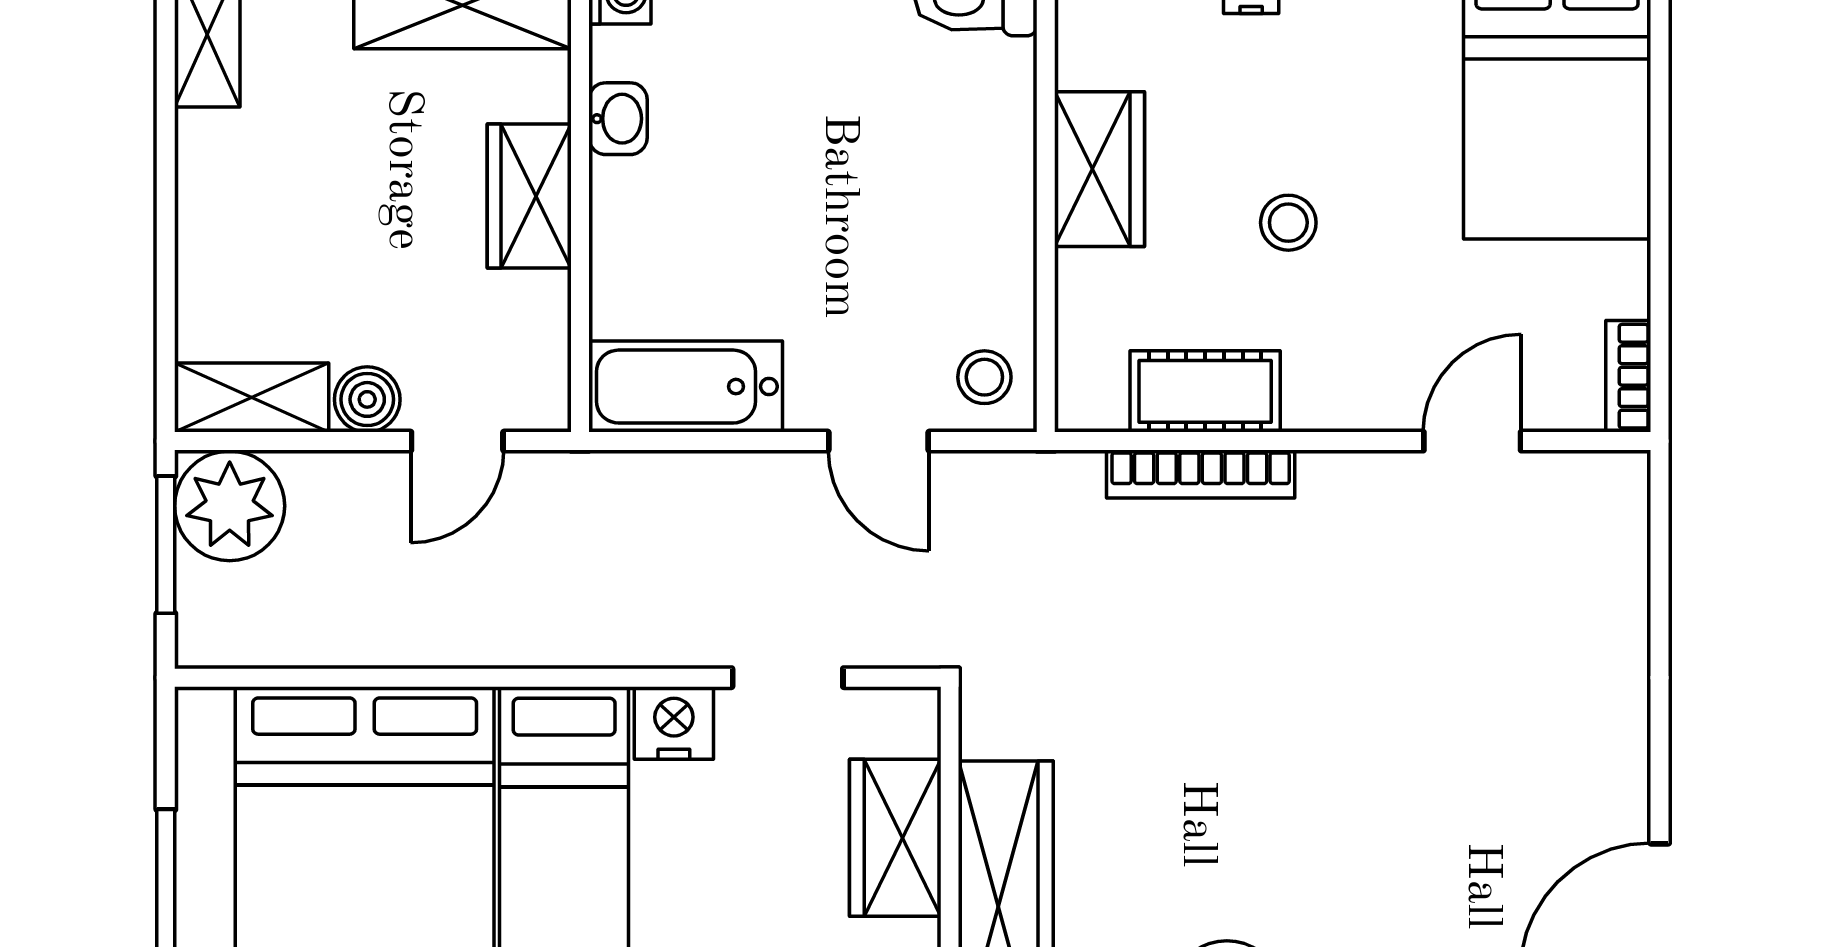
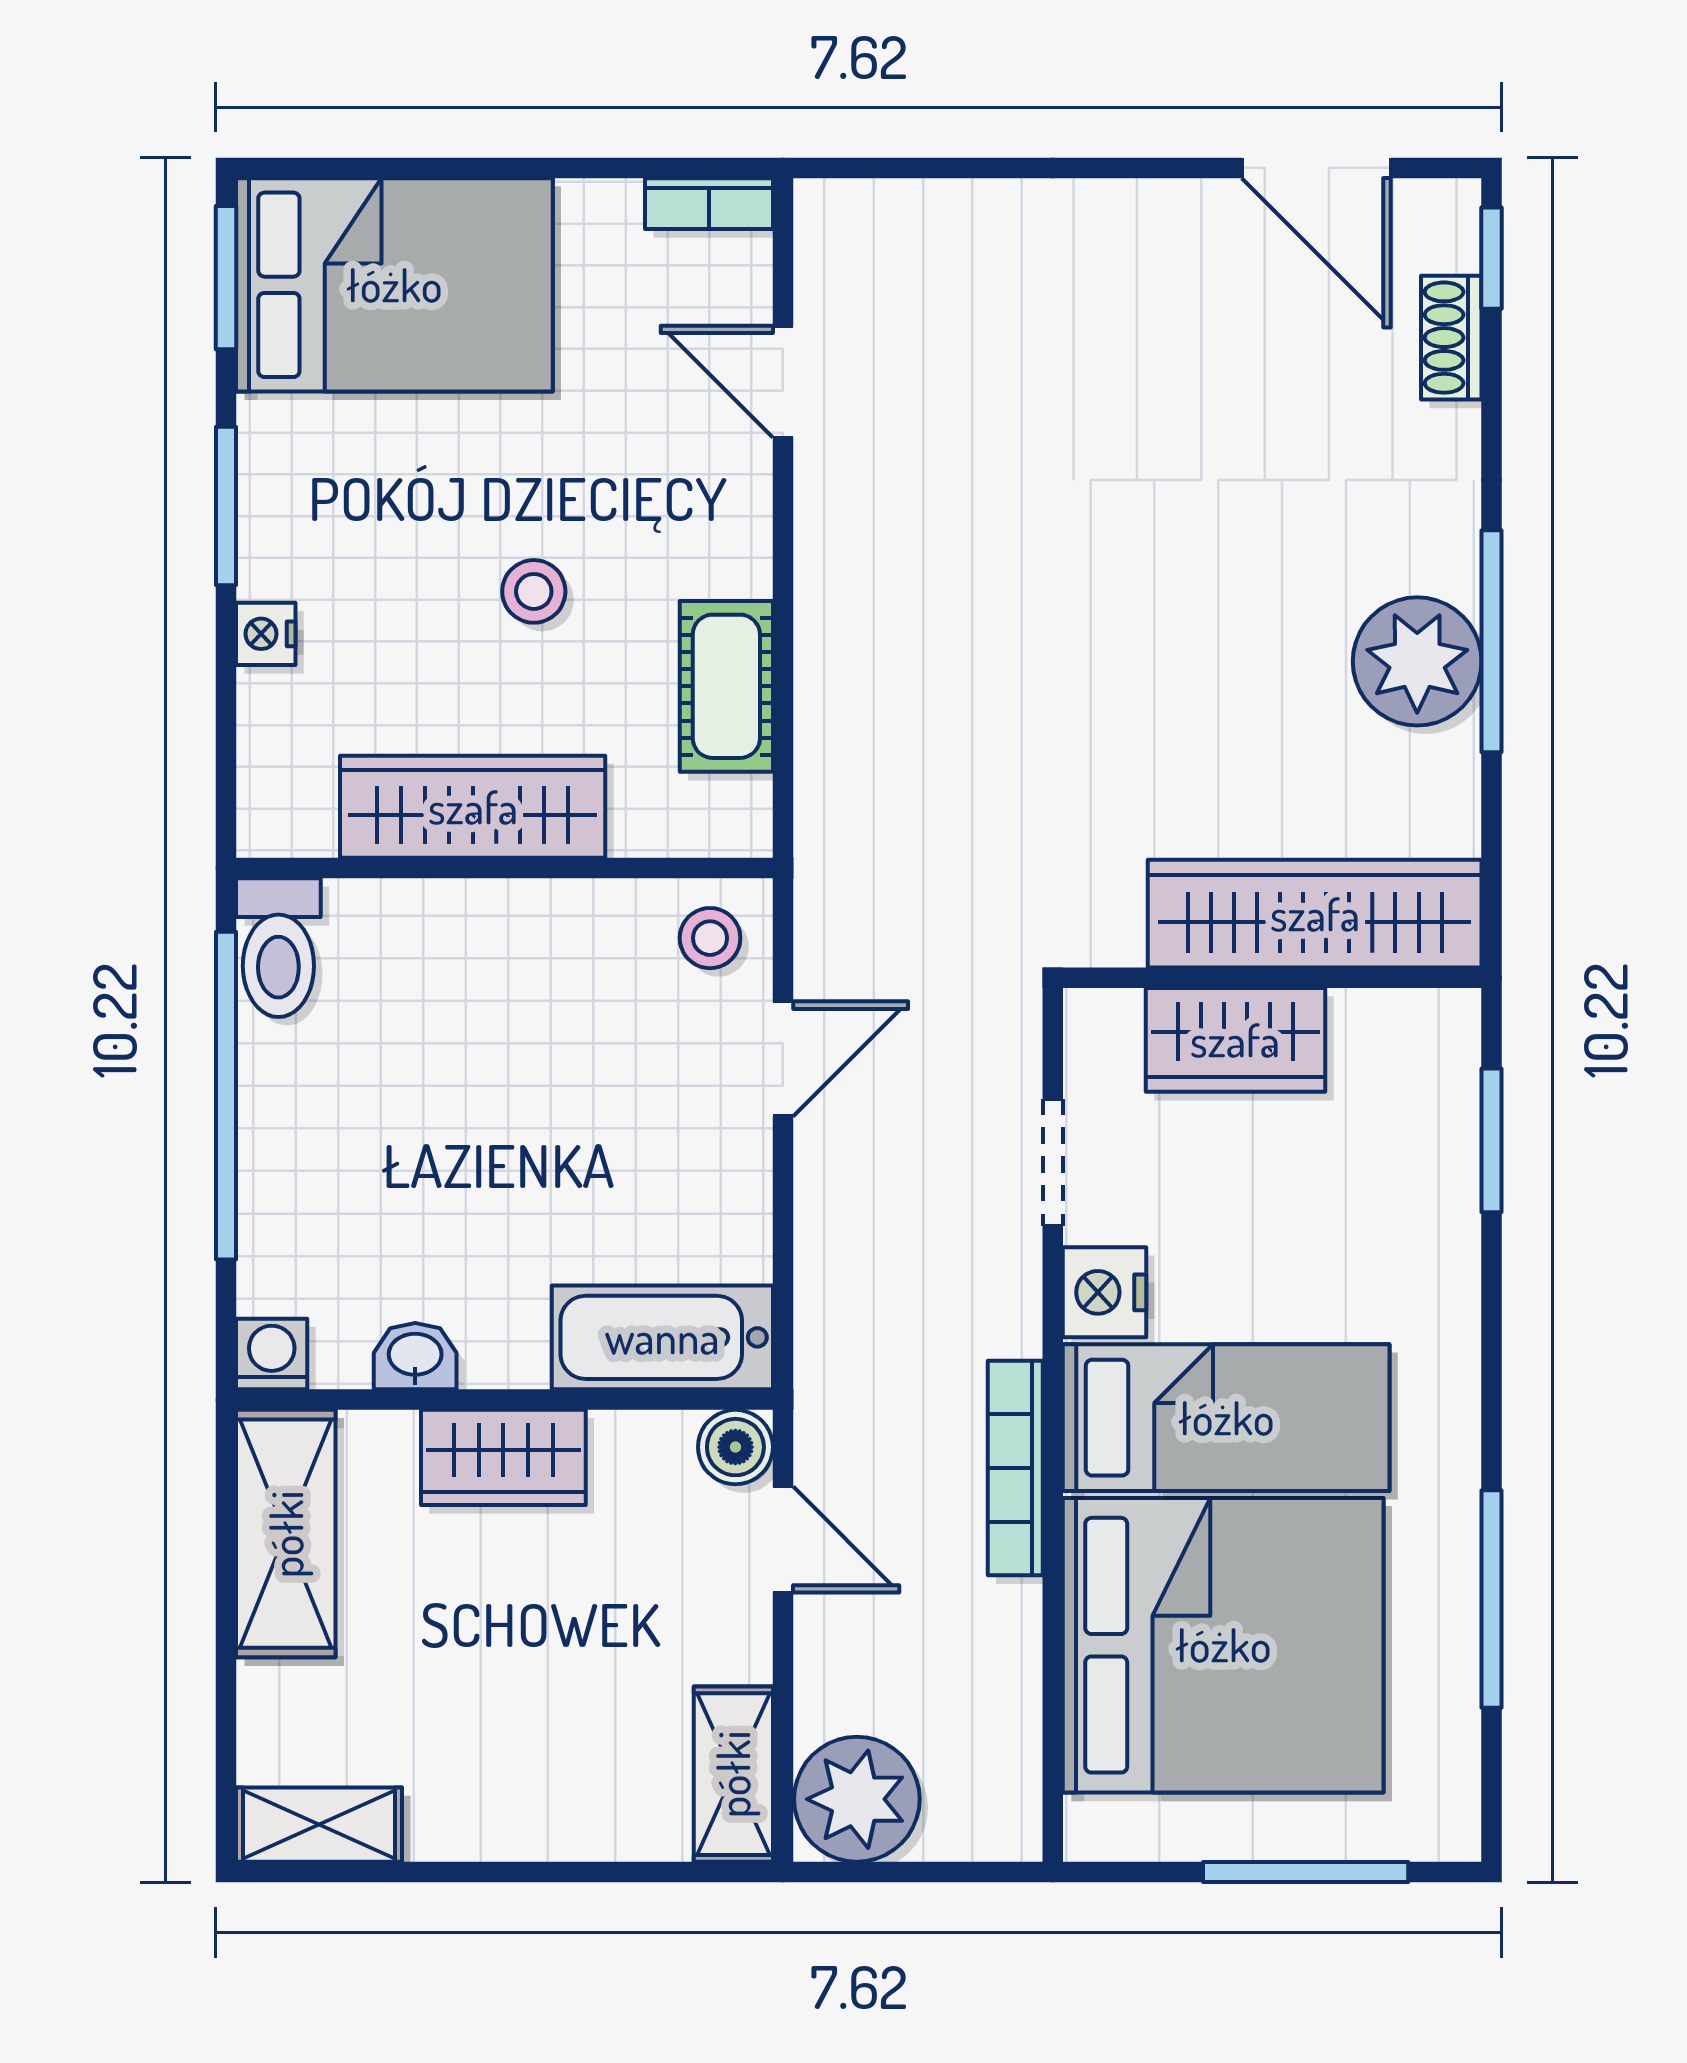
wardrobe: (1100, 169) -> (473, 807), width x1.50
bathtub: (686, 387) -> (662, 1337), moved, turned 90
boiler: (367, 399) -> (735, 1447), moved
bookcase: (1201, 474) -> (1015, 1468), moved, turned 180
window: (166, 545) -> (901, 1872), removed

